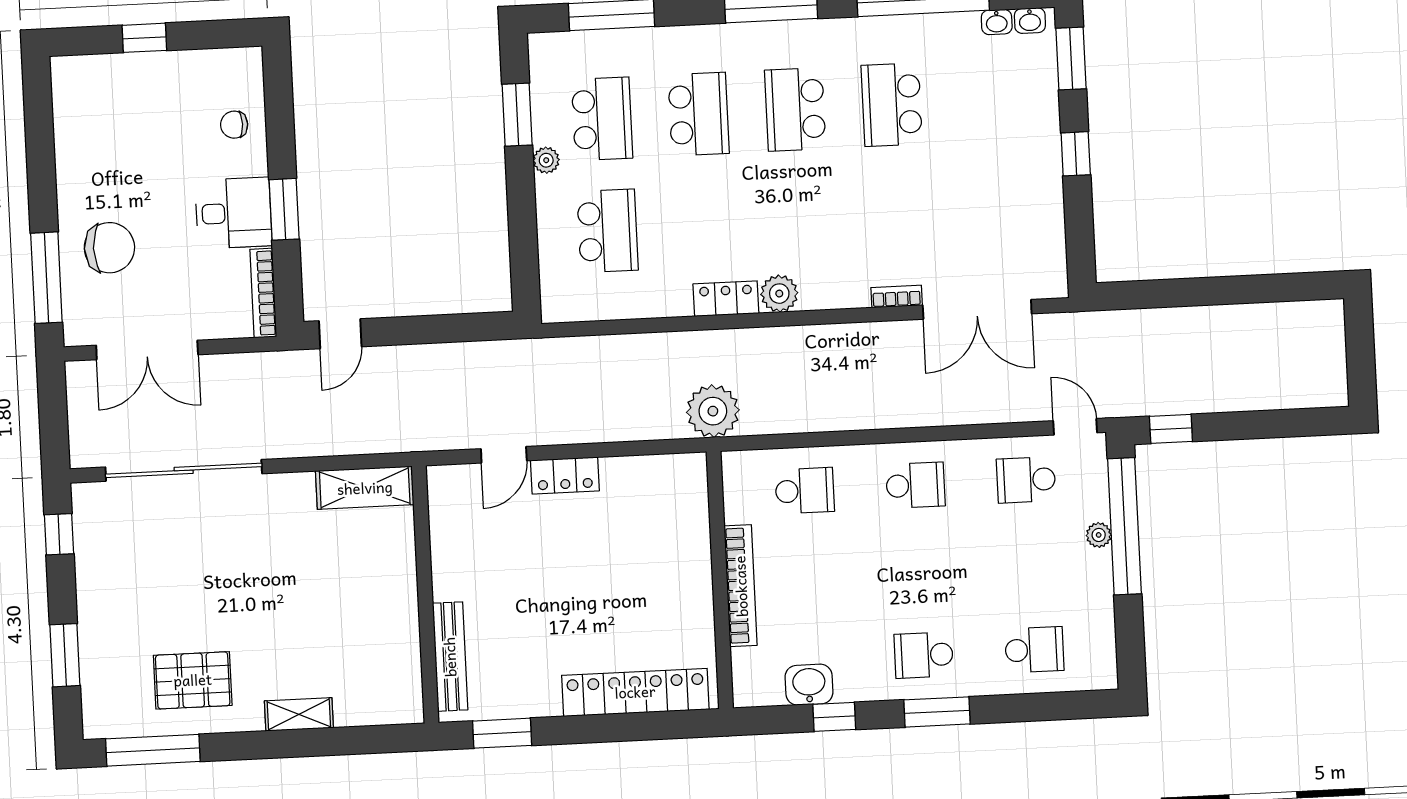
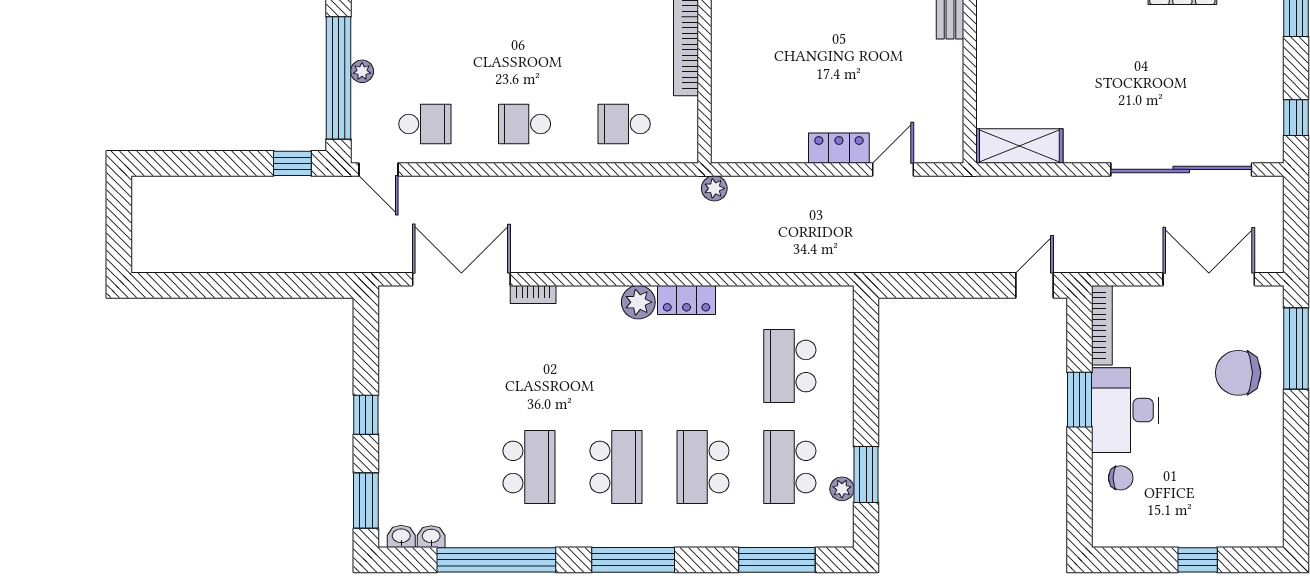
plant: (546, 160) -> (842, 489), moved
desk: (234, 213) -> (1125, 410), width x1.37
plant: (713, 411) -> (714, 188), width x0.53, depth x0.53

